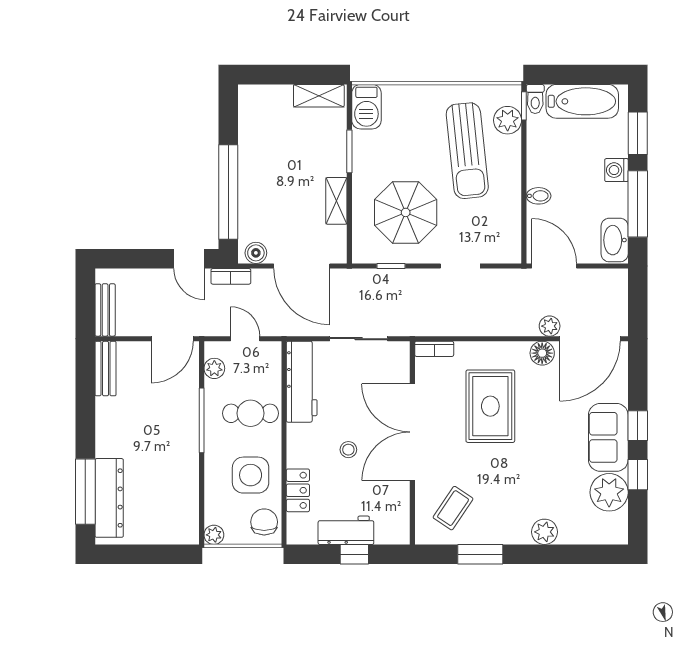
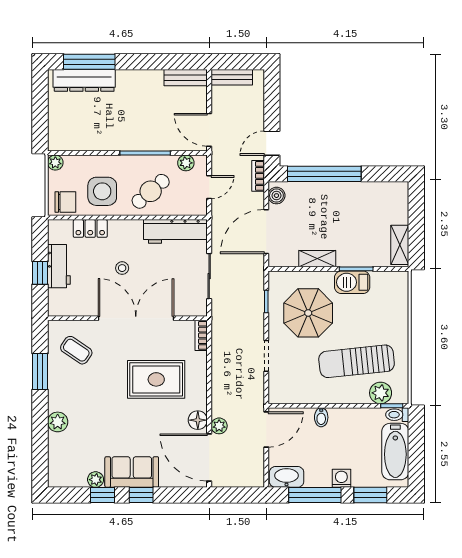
barbecue: (366, 107) -> (352, 282), moved
cafe table: (251, 413) -> (151, 191), turned 49
plant: (609, 492) -> (96, 480), width x0.53, depth x0.53

